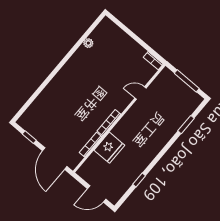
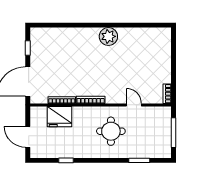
plant: (88, 43) -> (108, 36), moved, width x1.88, depth x1.88
round table: (146, 127) -> (111, 131), added
fridge: (109, 148) -> (60, 117), moved

